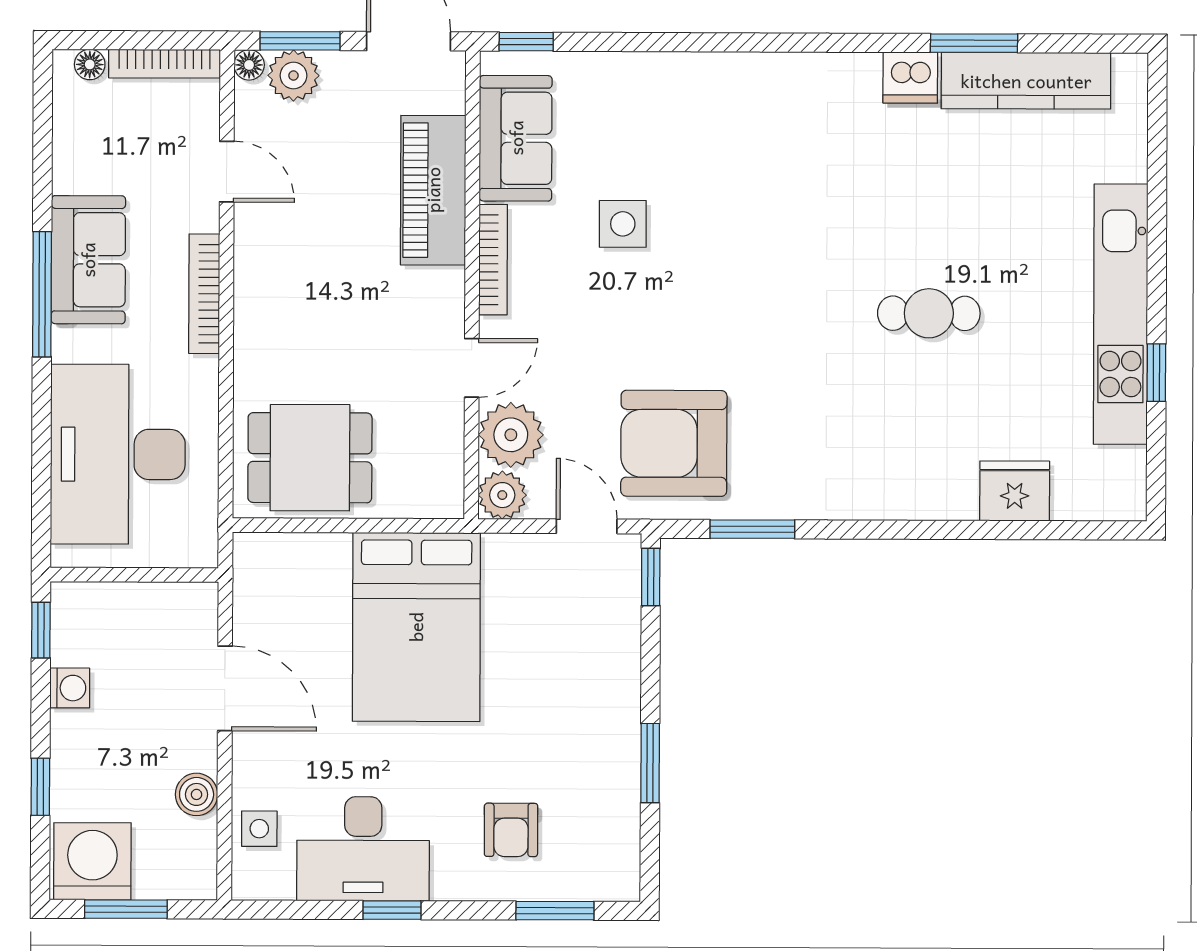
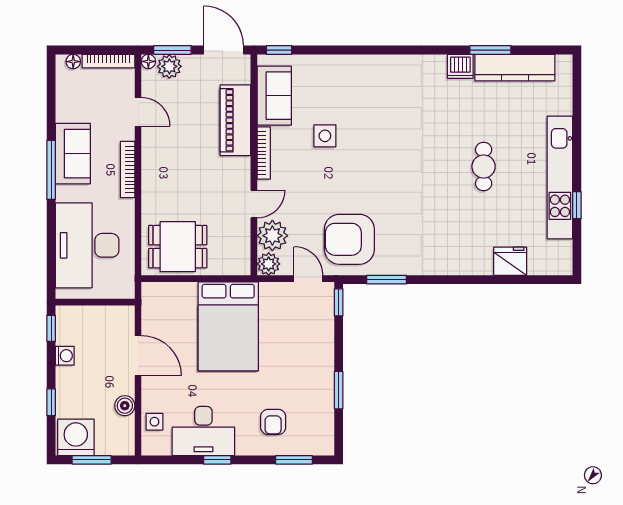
cafe table: (929, 313) -> (484, 167), moved, turned 90

